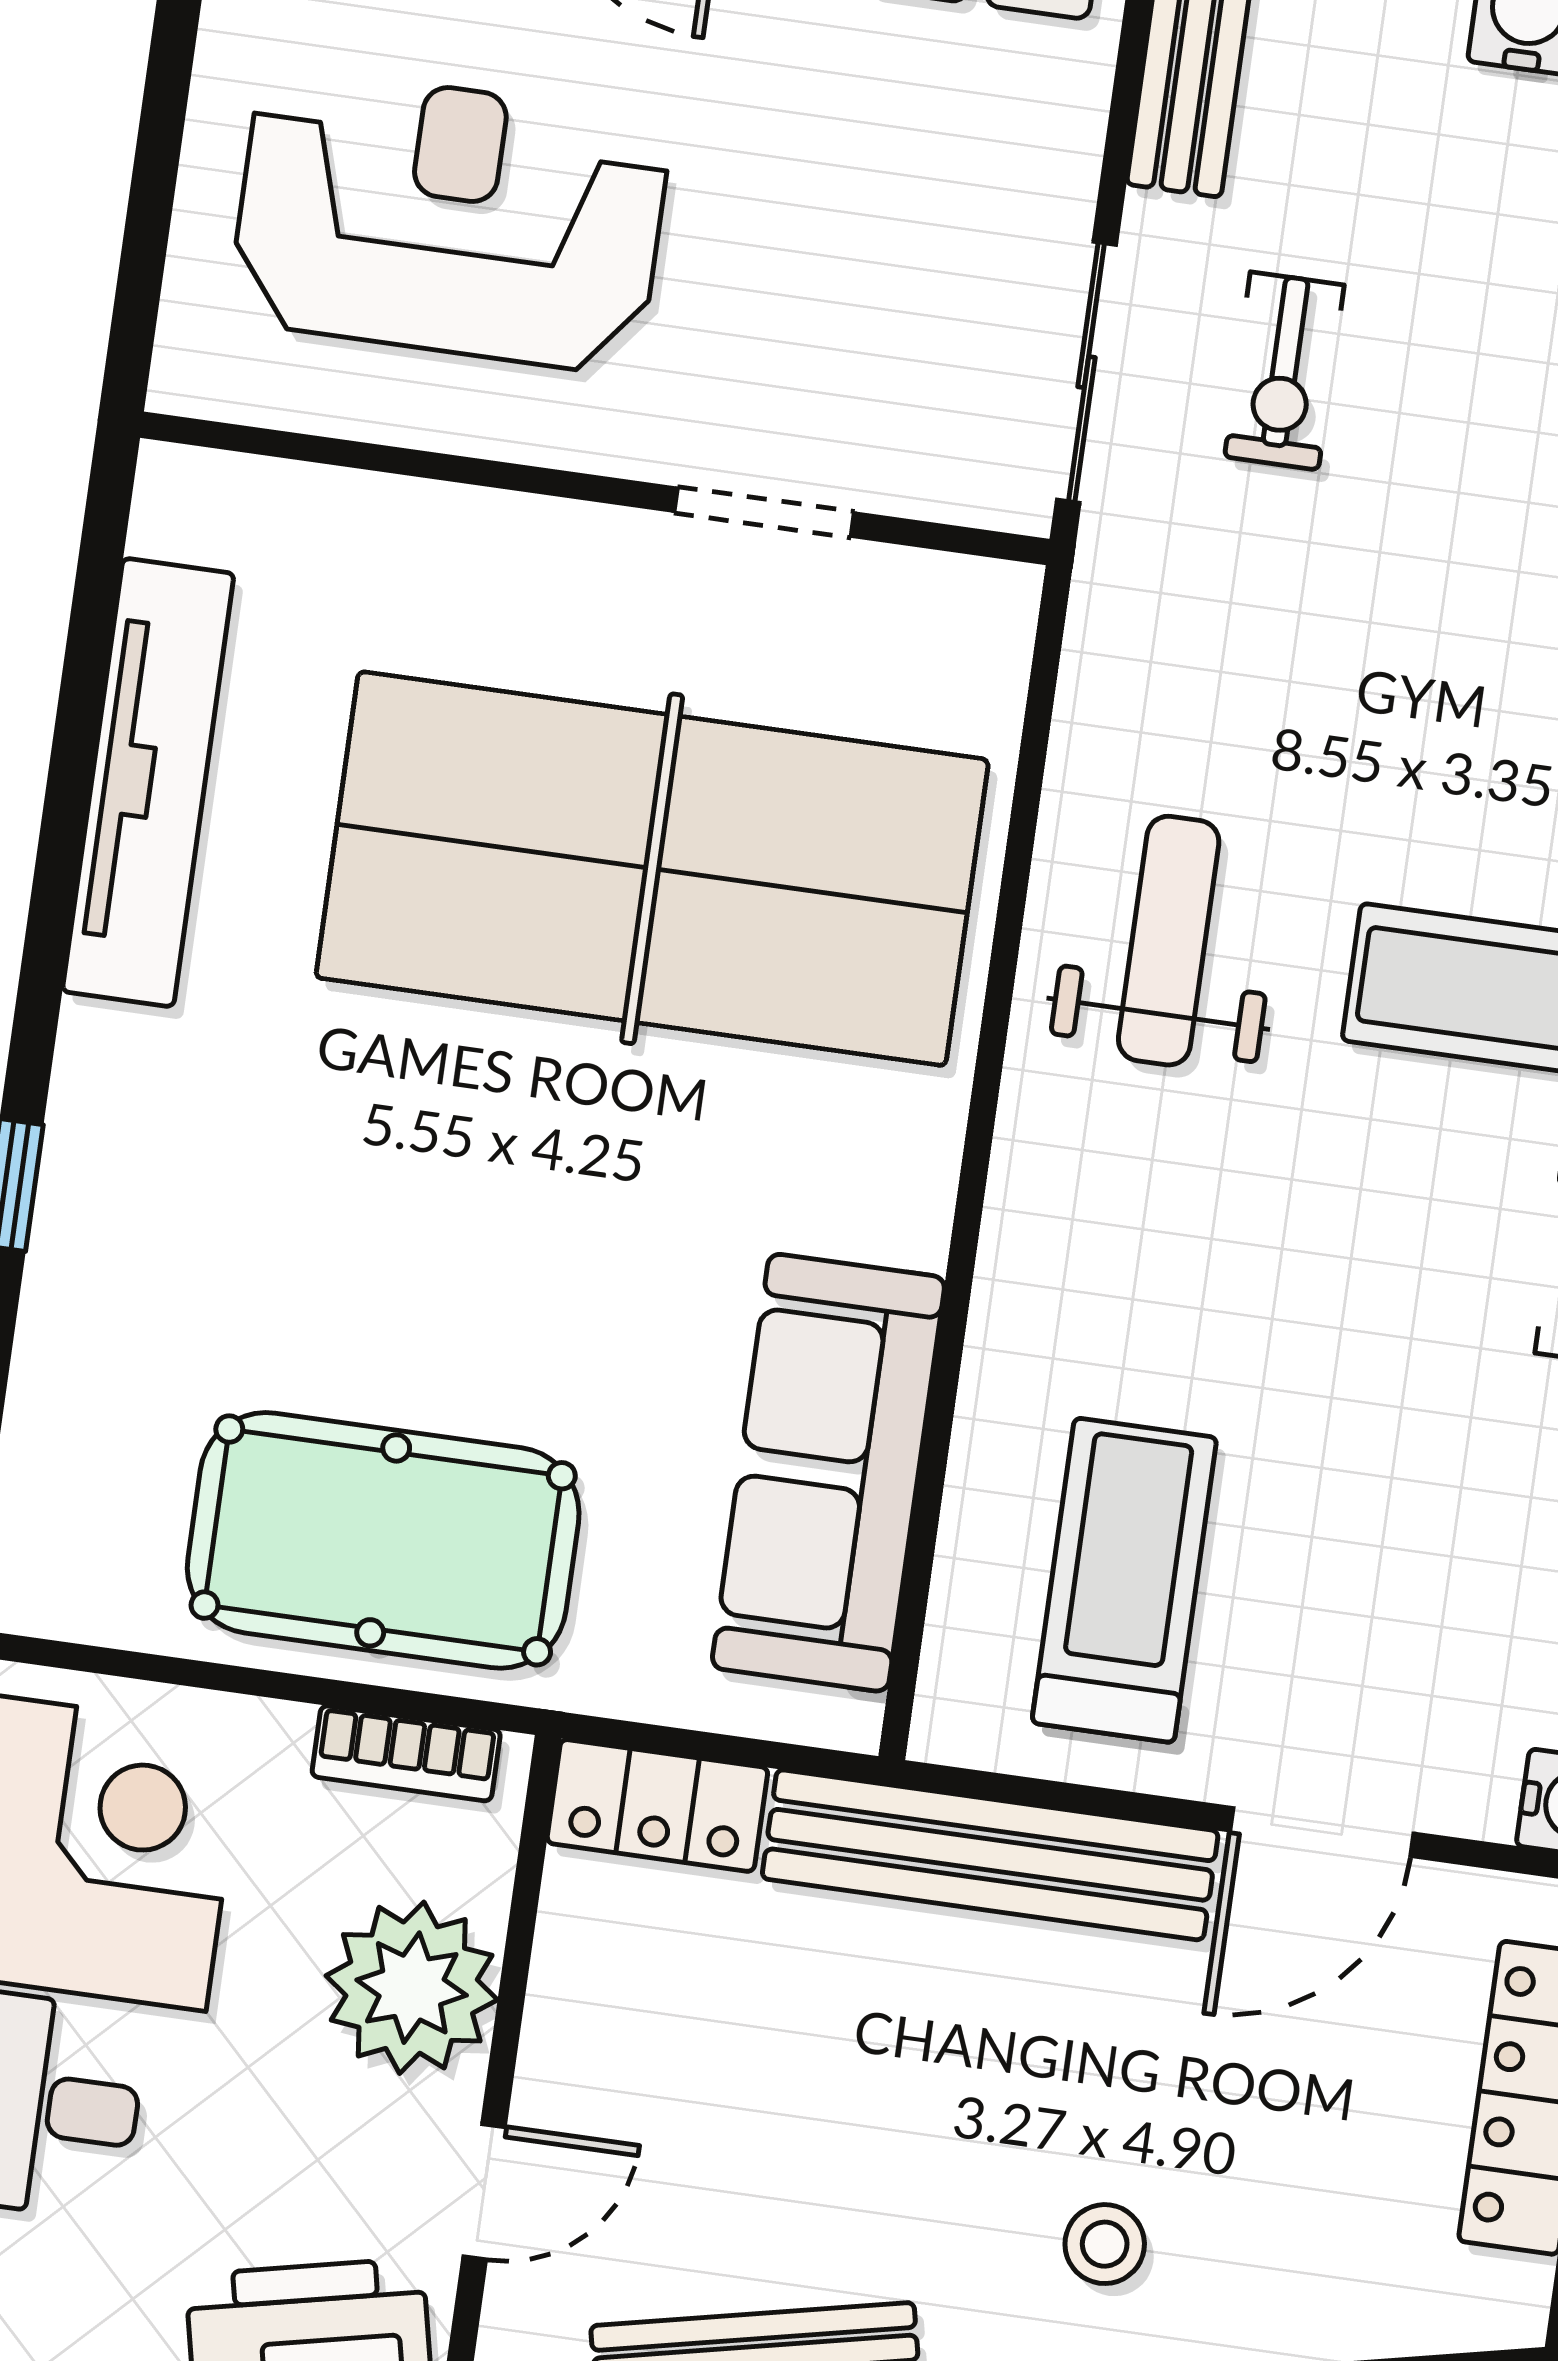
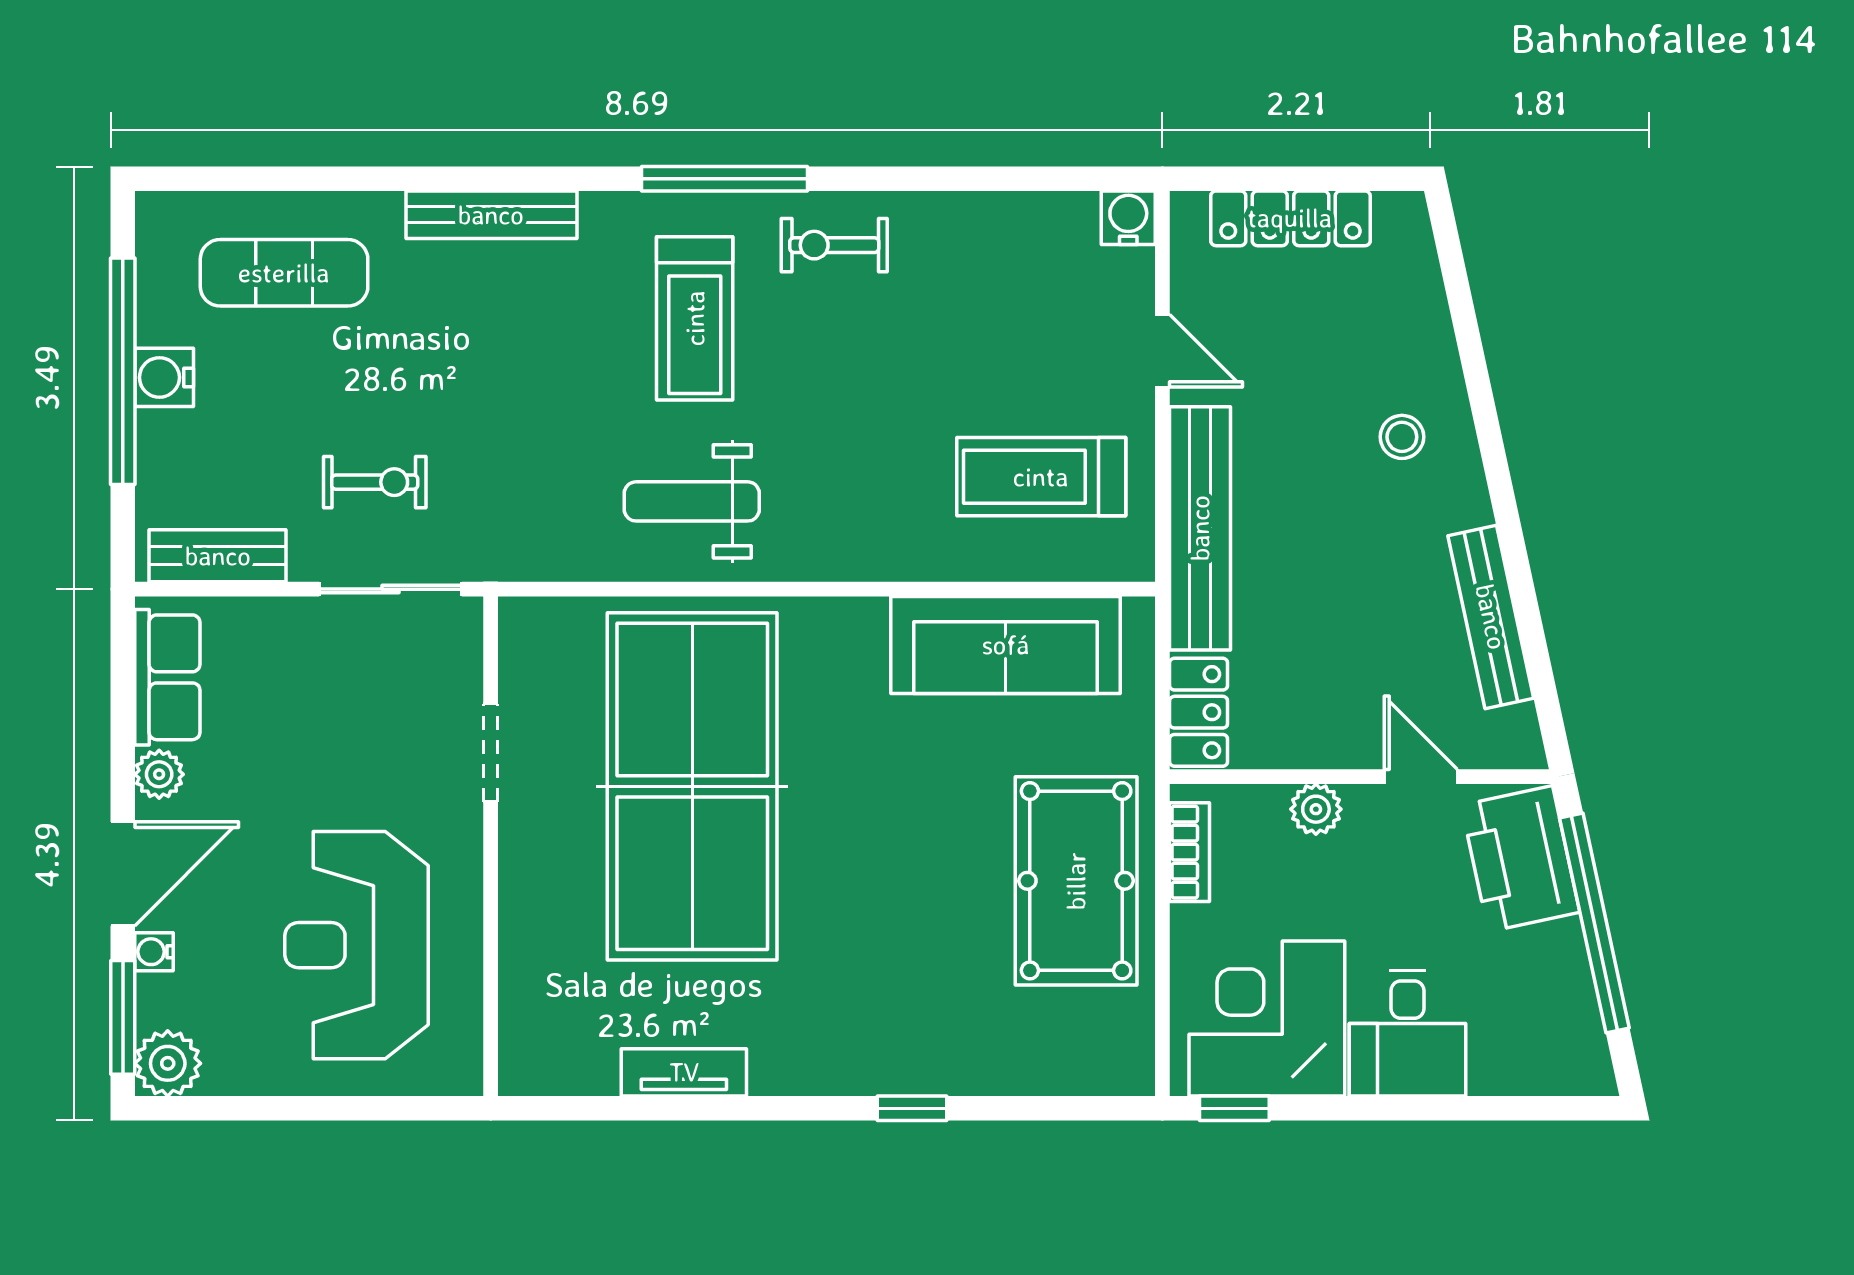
tv unit: (148, 782) -> (684, 1072), width x0.52, depth x0.78
door: (1322, 1832) -> (1162, 351), width x0.73
plant: (412, 1988) -> (1316, 809), width x0.53, depth x0.53

